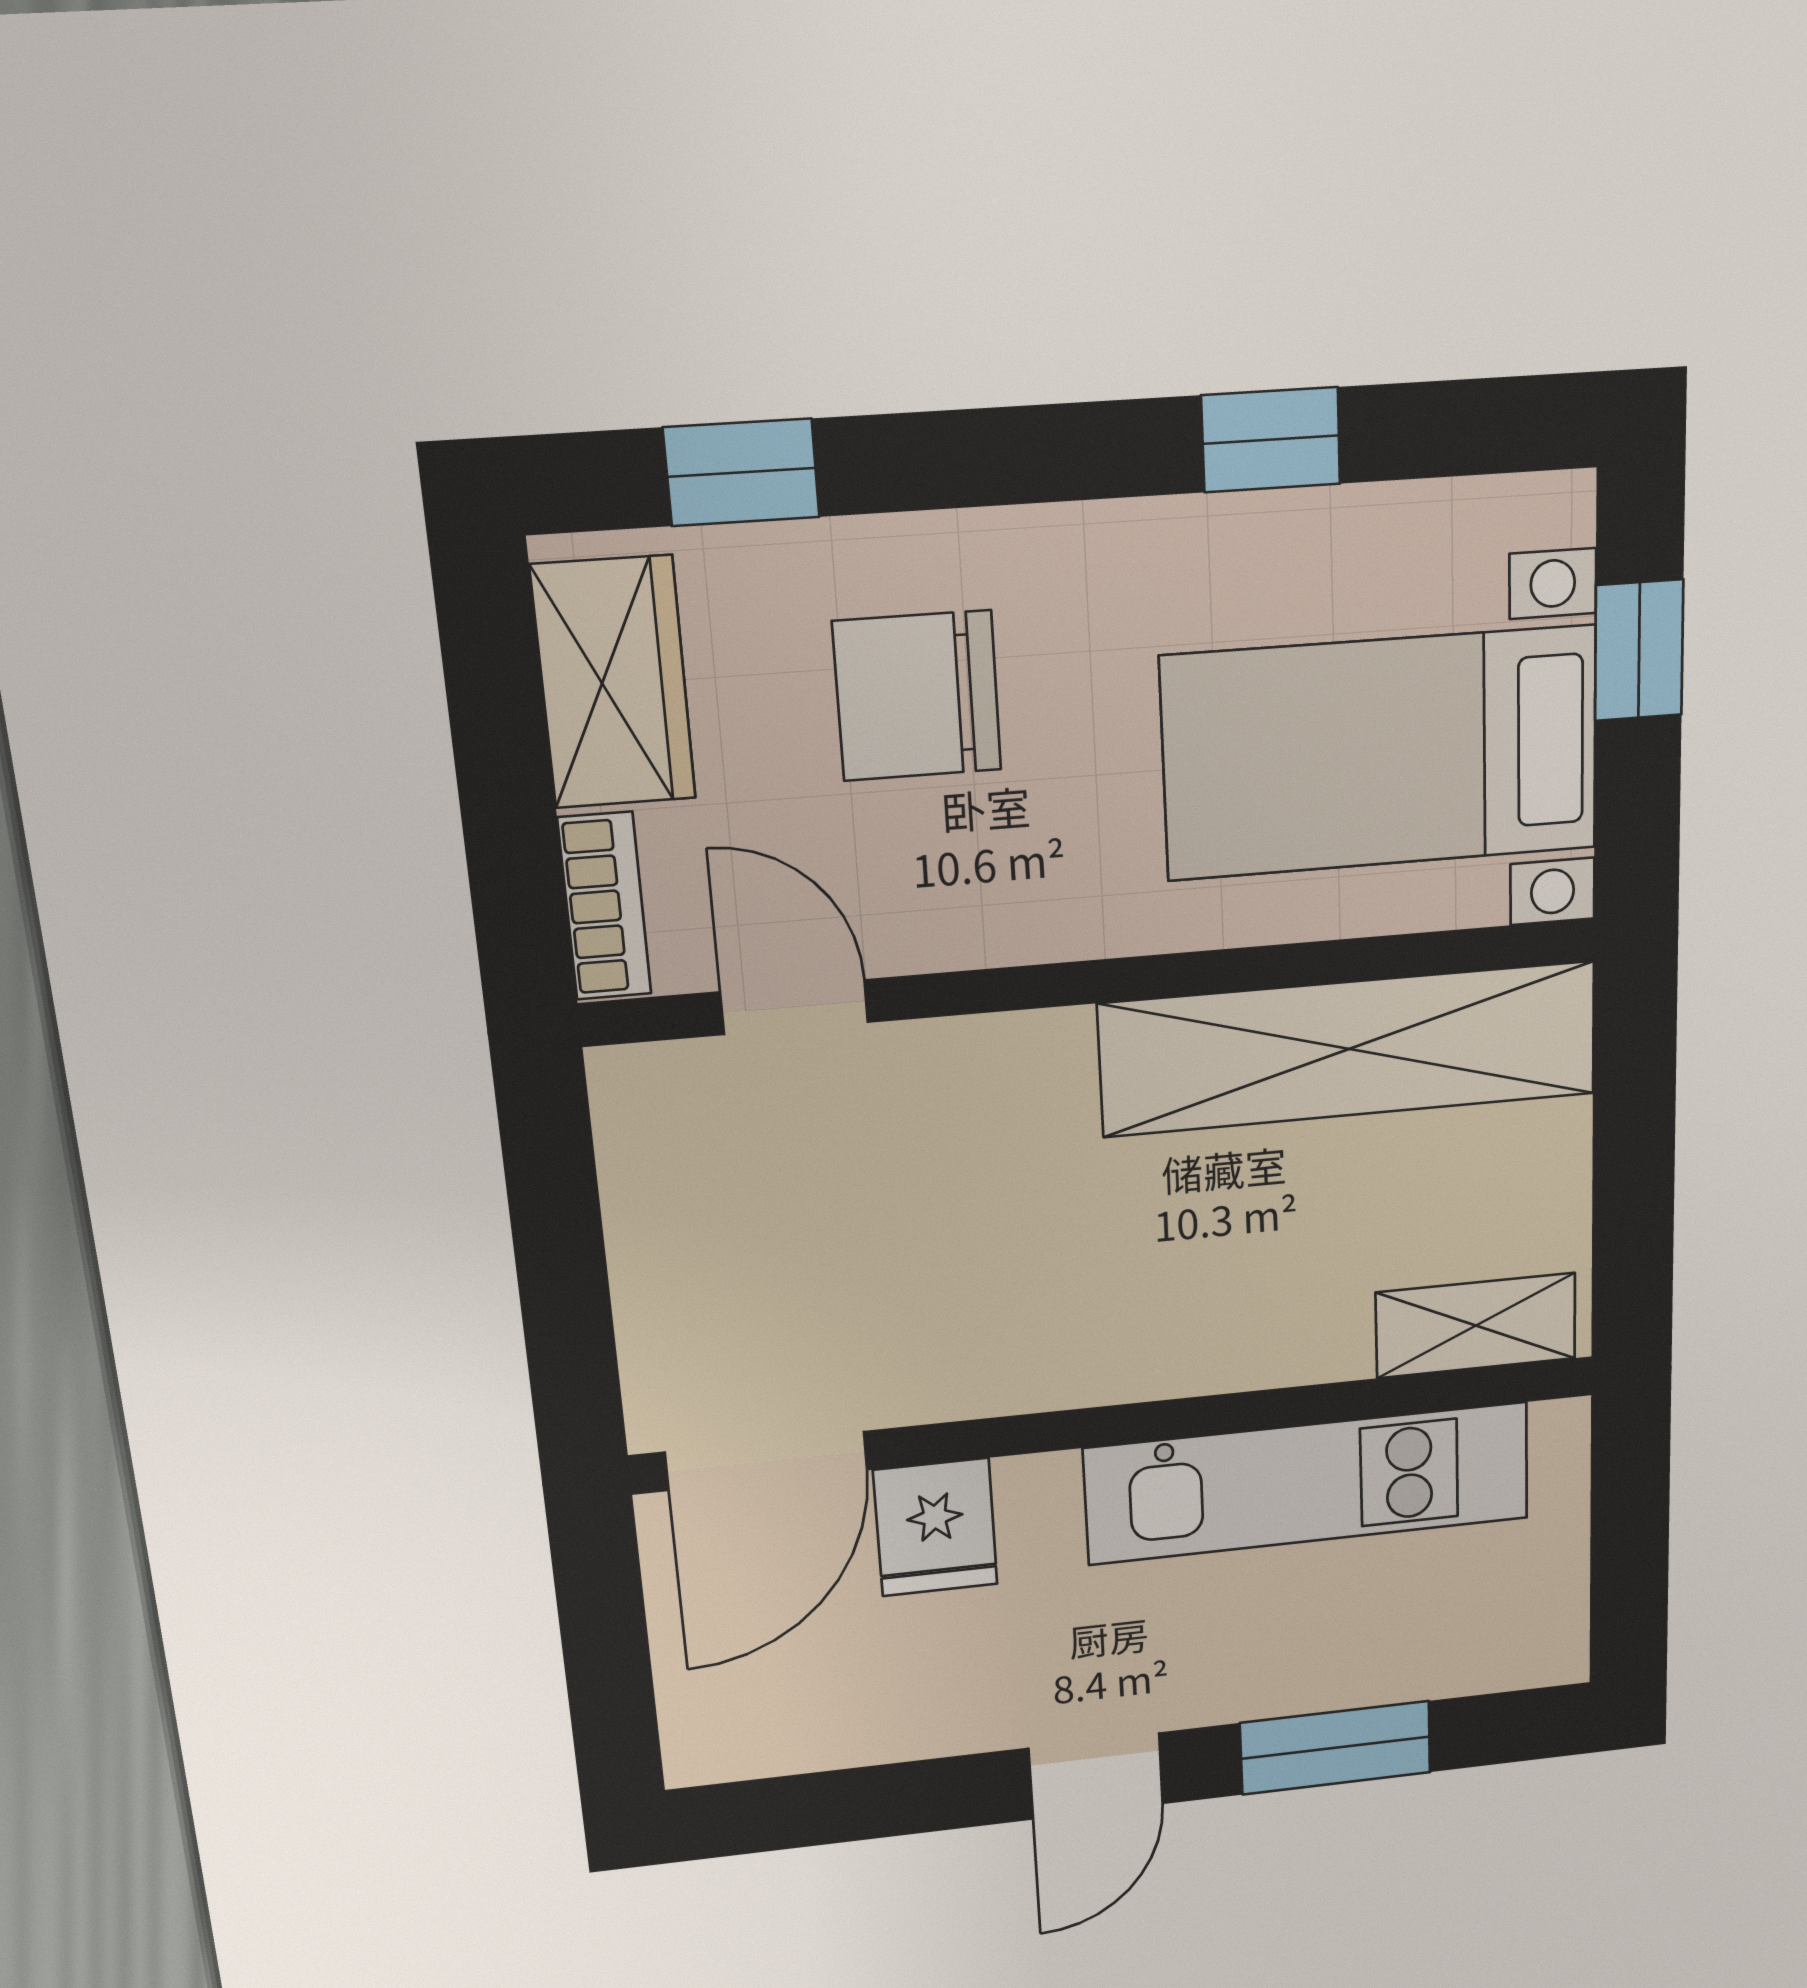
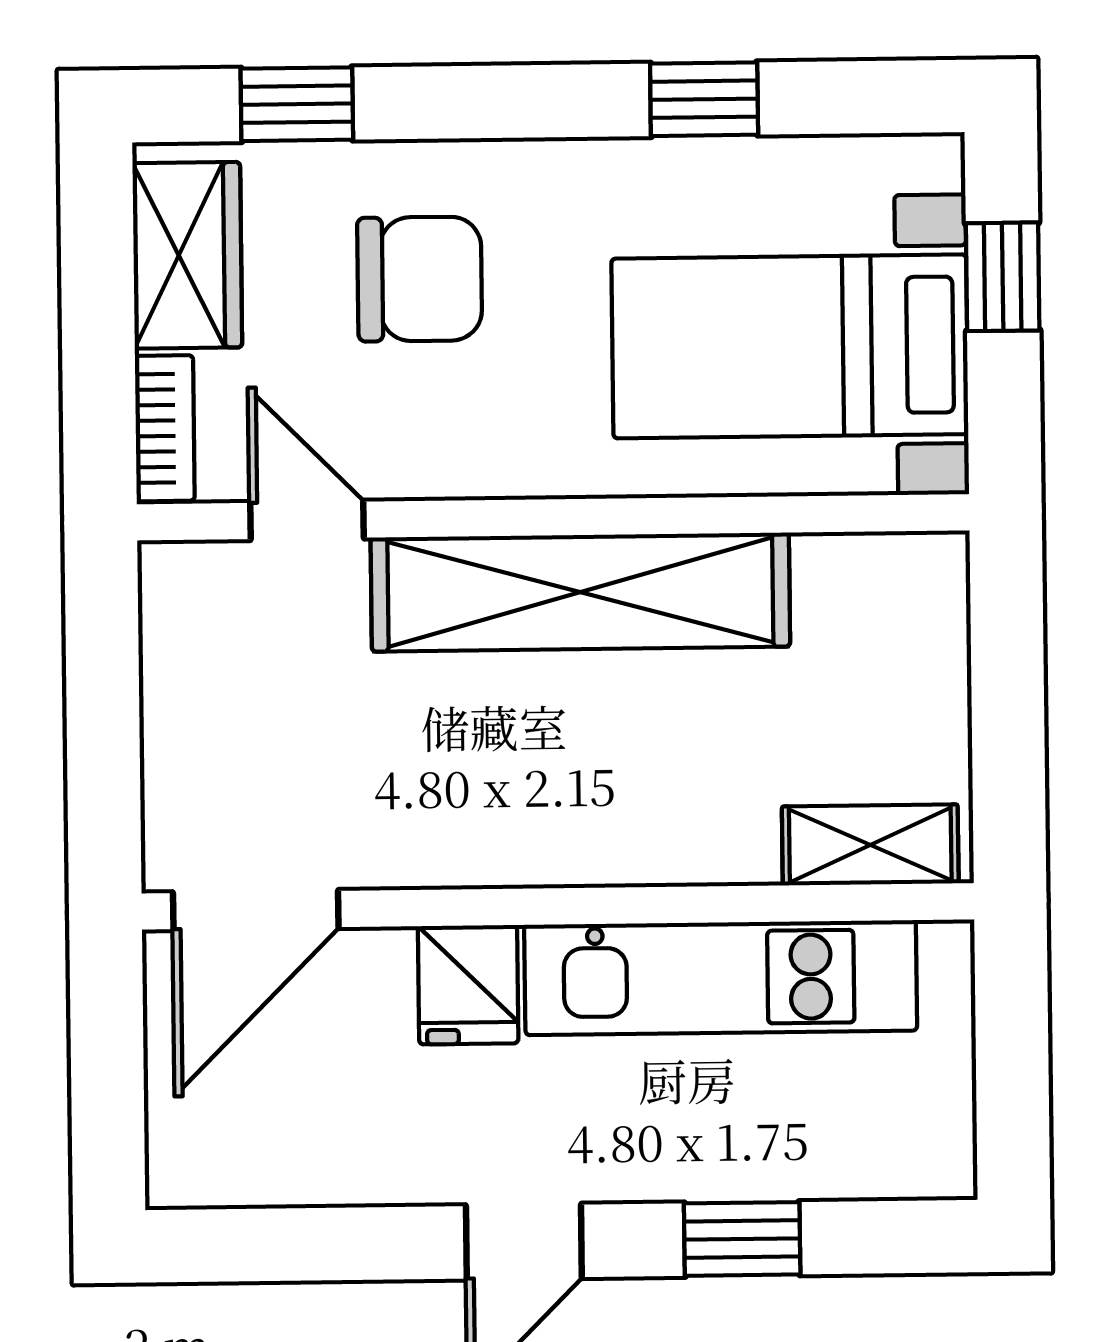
chair: (917, 696) -> (420, 279), turned 180
shelving: (1349, 1049) -> (580, 592), moved
fridge: (936, 1527) -> (468, 985), moved
window: (1336, 1748) -> (742, 1239), width x0.67

